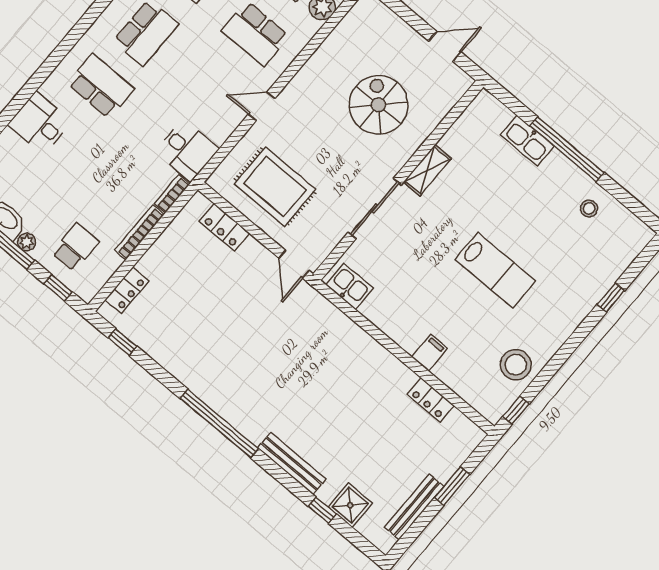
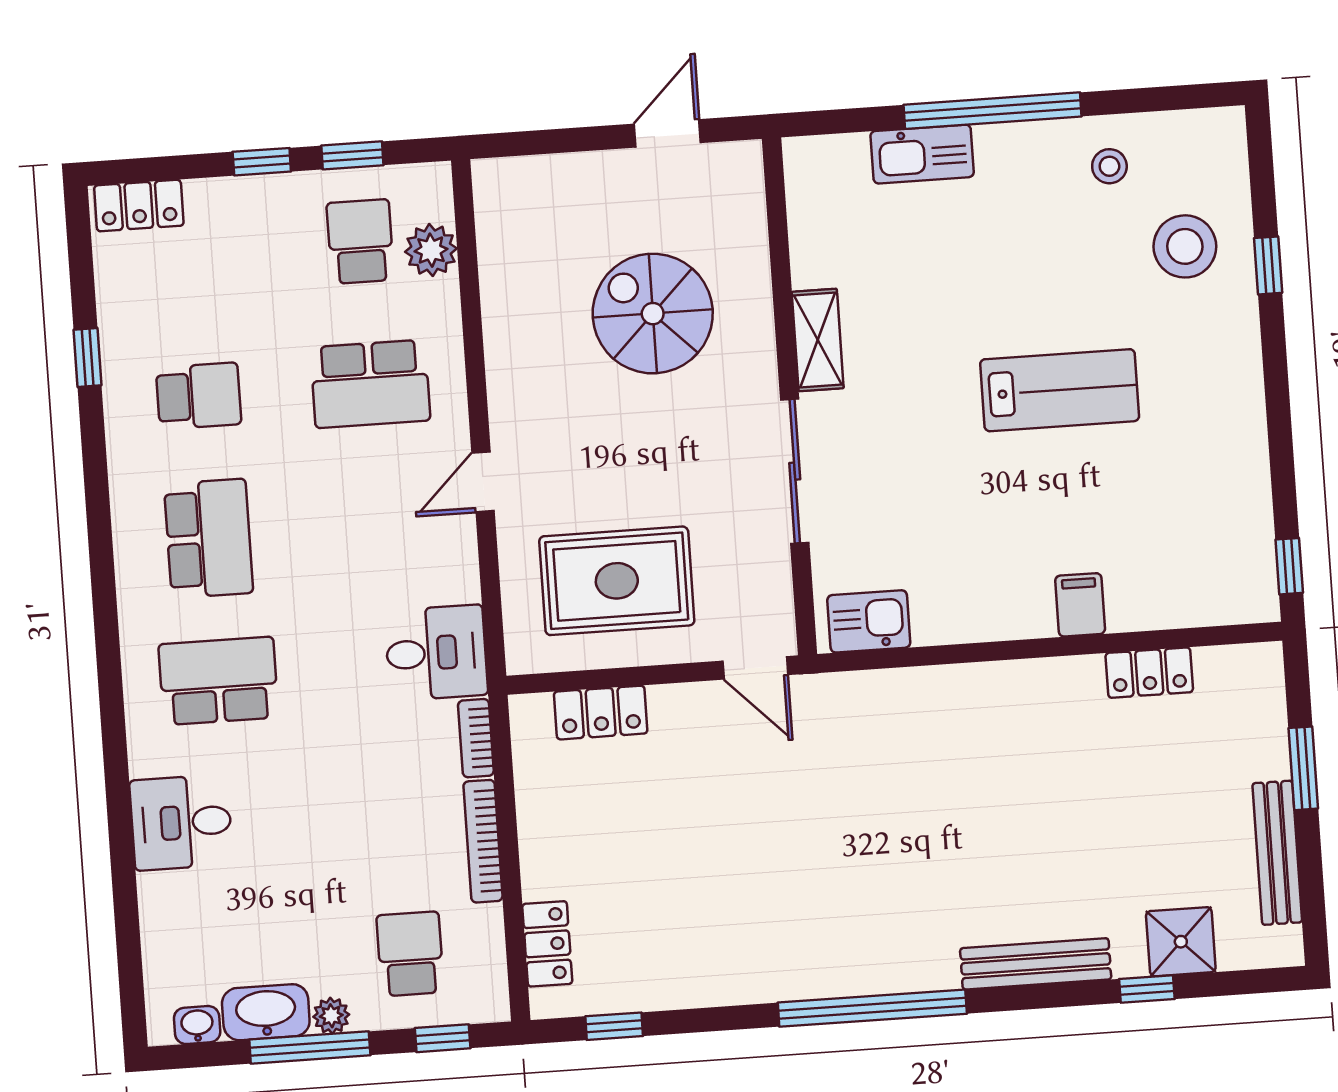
stool: (516, 365) -> (1185, 246), moved

